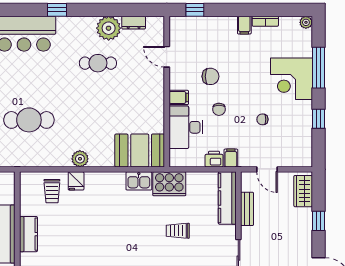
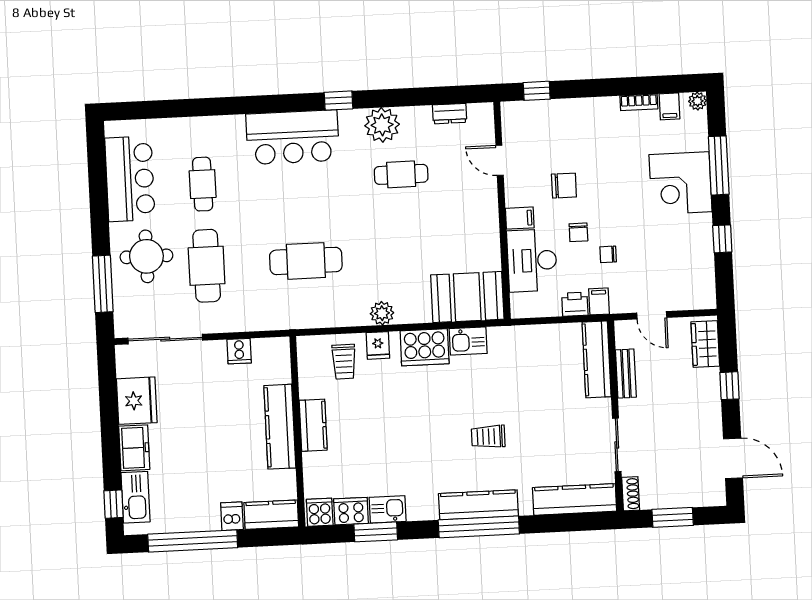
filing cabinet: (244, 25) -> (669, 106), moved
plant: (109, 28) -> (382, 125), moved
chair: (262, 119) -> (608, 254), moved
cooker: (169, 184) -> (425, 347), moved
trolley: (178, 231) -> (488, 437), moved

